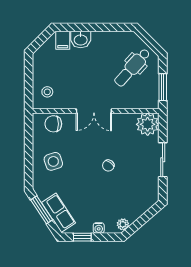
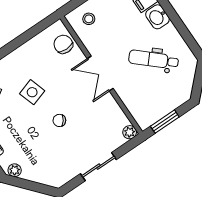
dental chair: (132, 68) -> (154, 60), moved
plant: (148, 124) -> (130, 132), width x0.53, depth x0.53
side table: (53, 161) -> (32, 92), moved

